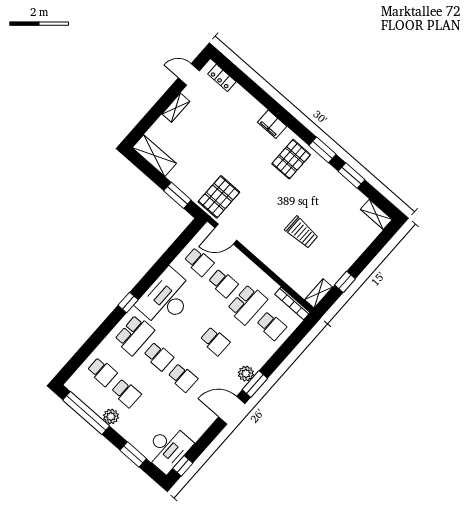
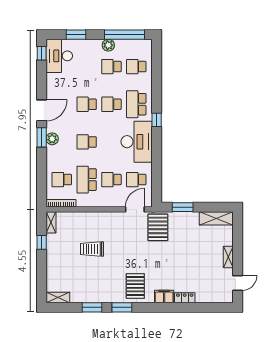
locker: (222, 78) -> (185, 298), moved

